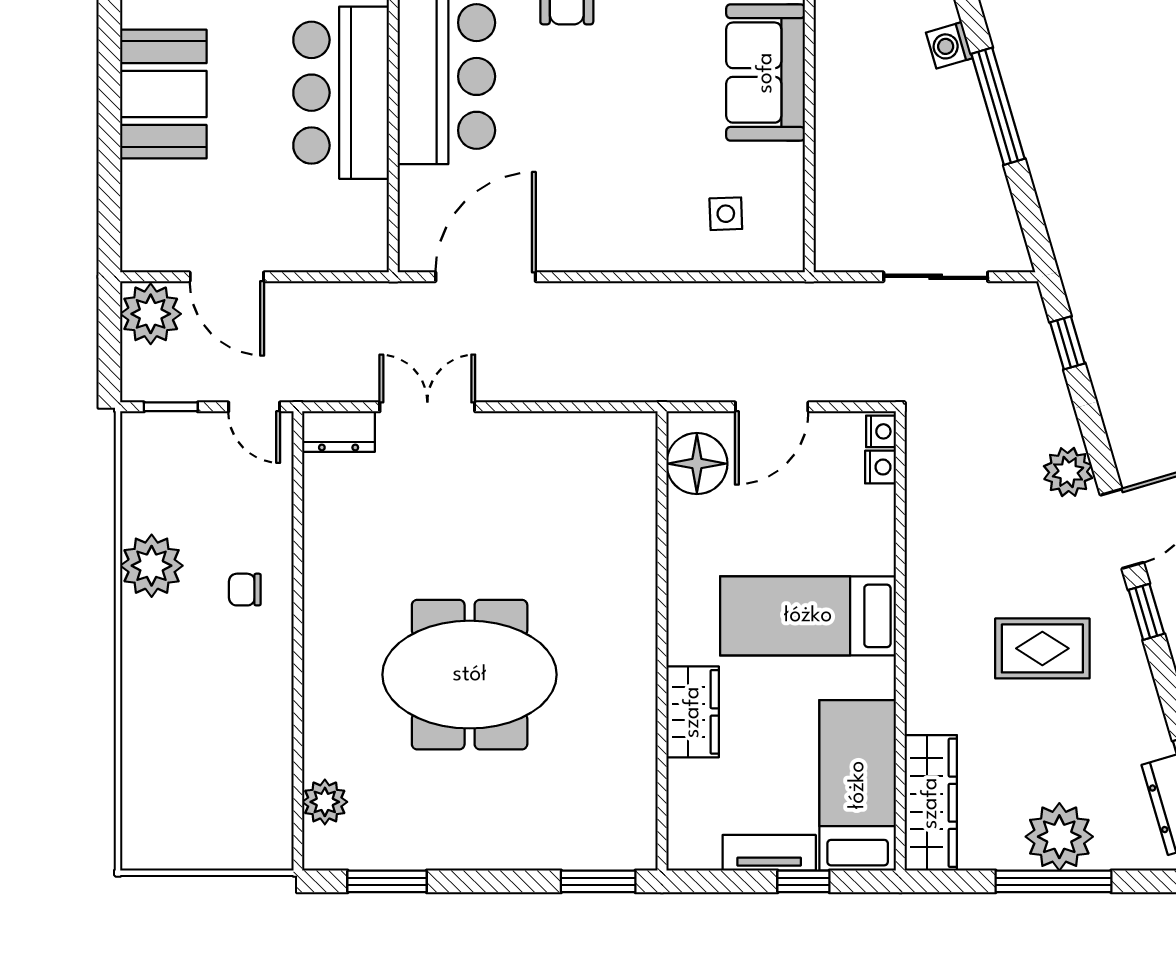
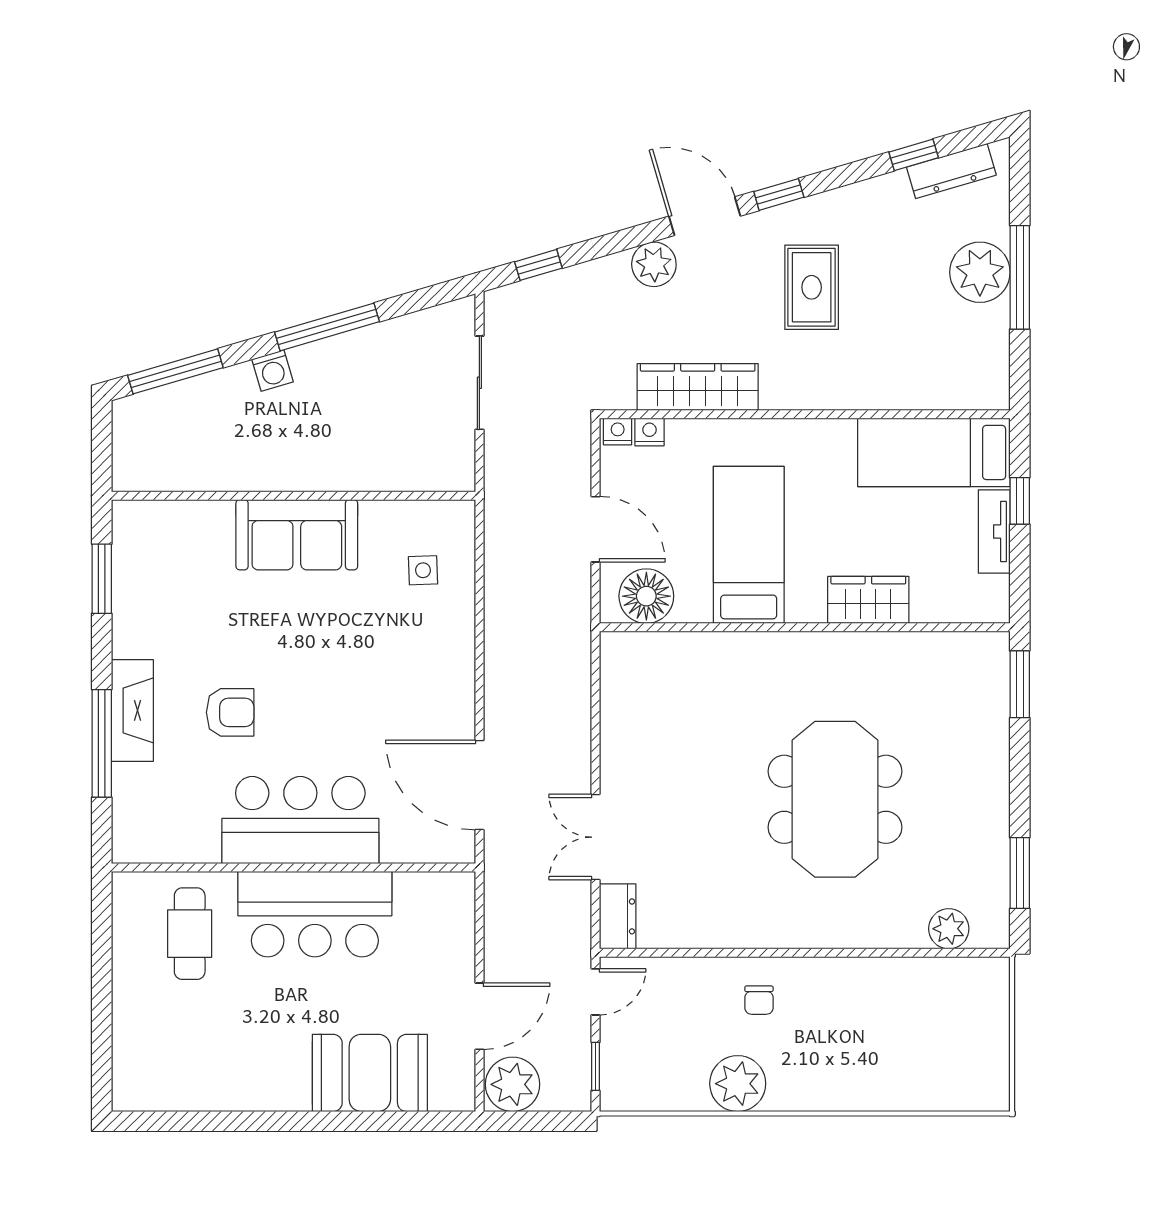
booth: (163, 94) -> (370, 1073), moved
bed: (808, 616) -> (749, 545), moved, turned 180
wardrobe: (931, 803) -> (698, 387), moved

